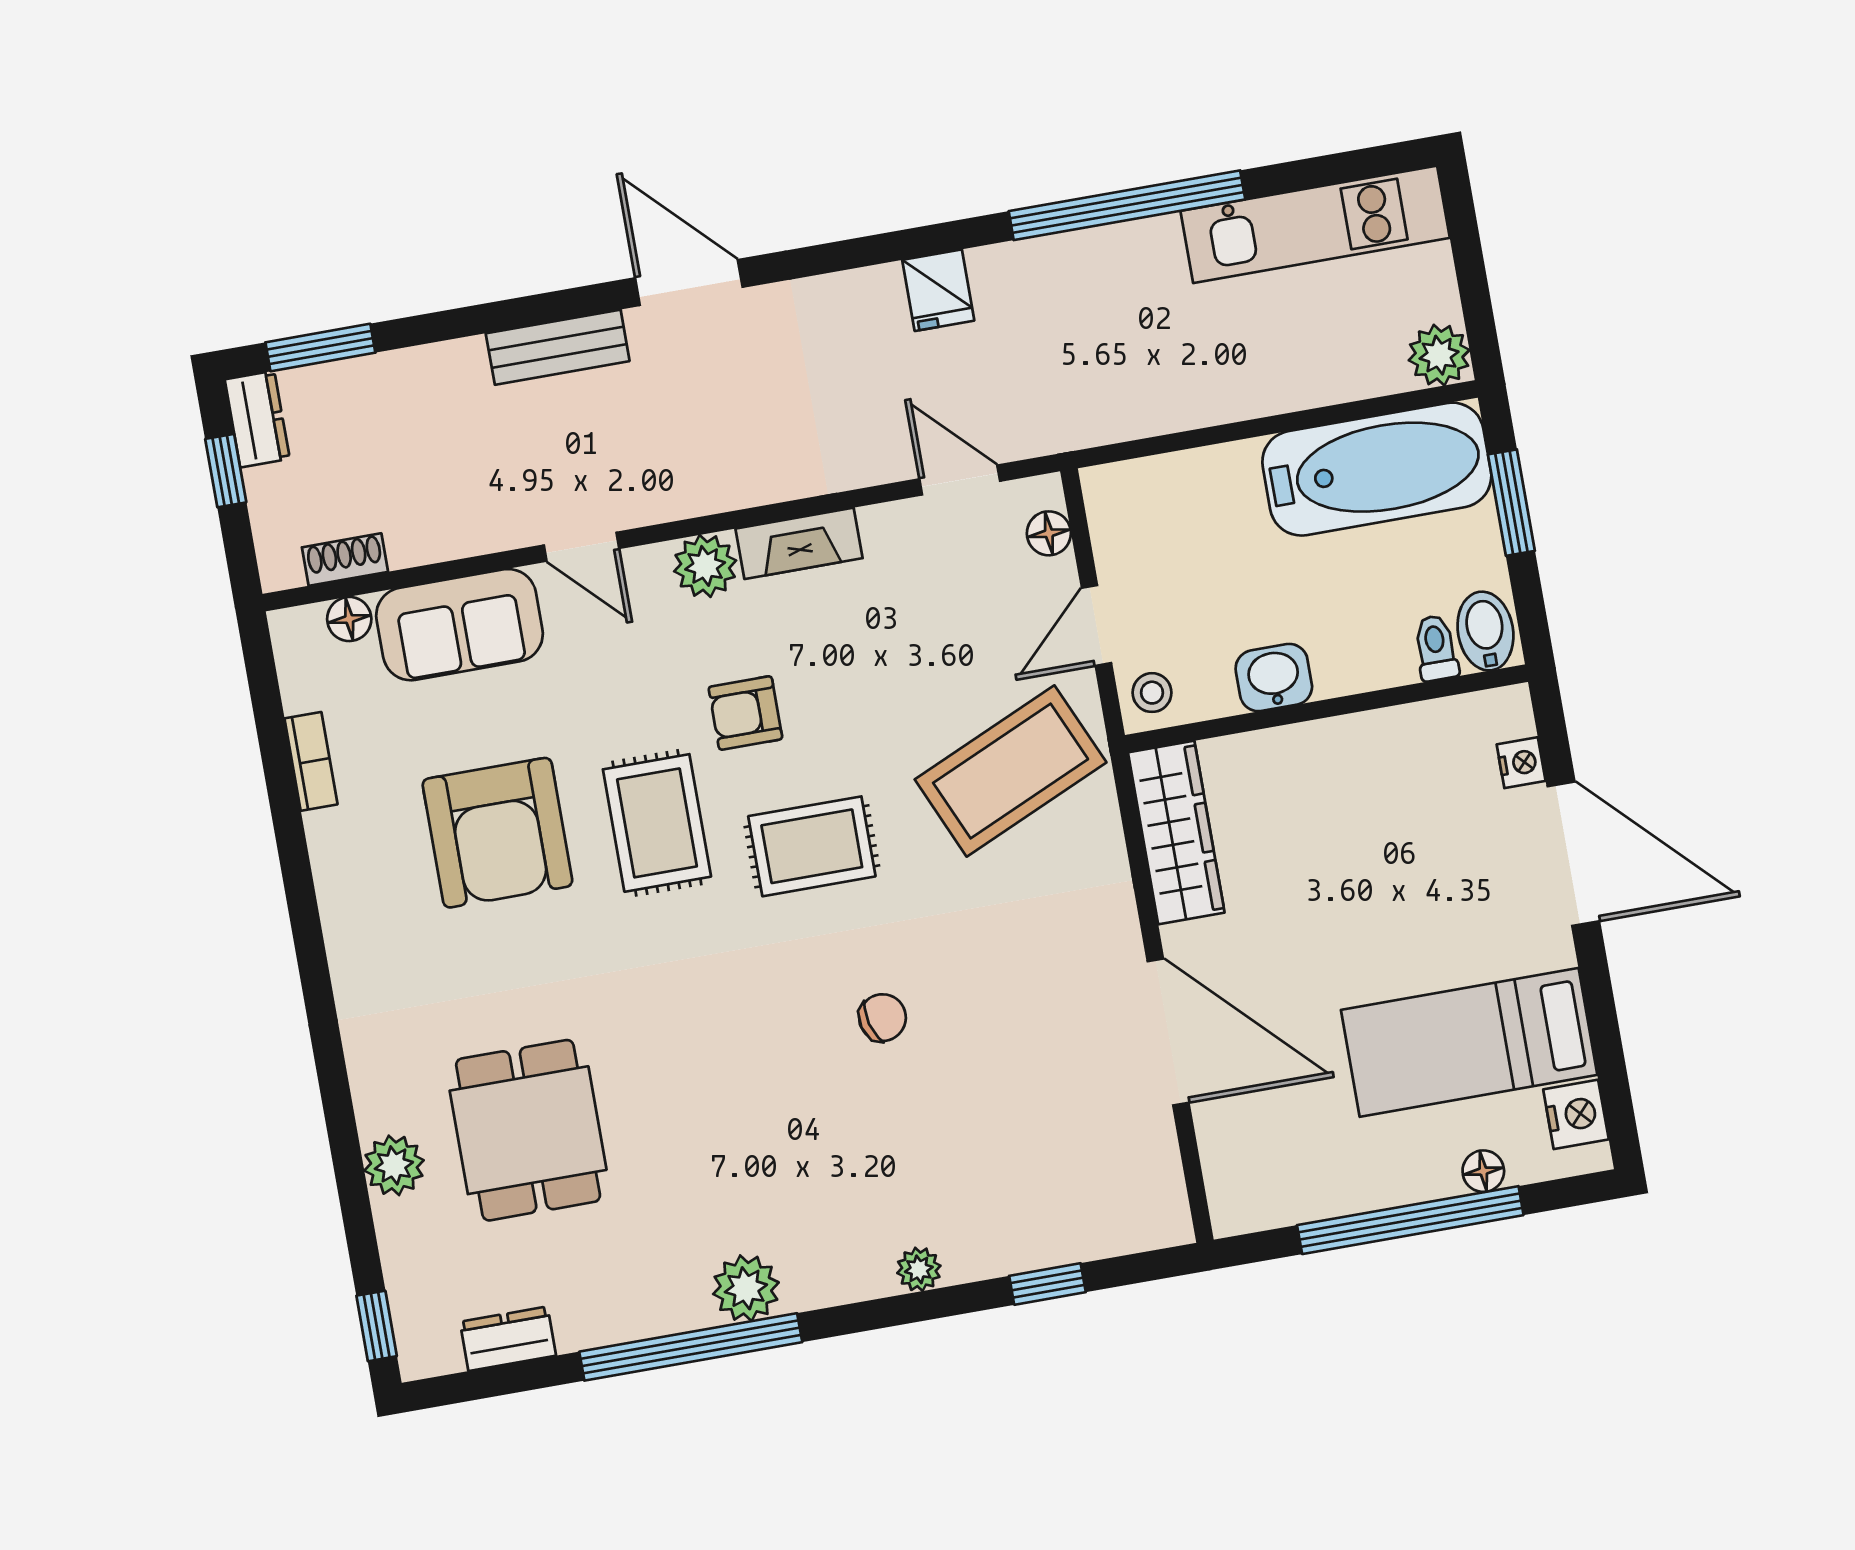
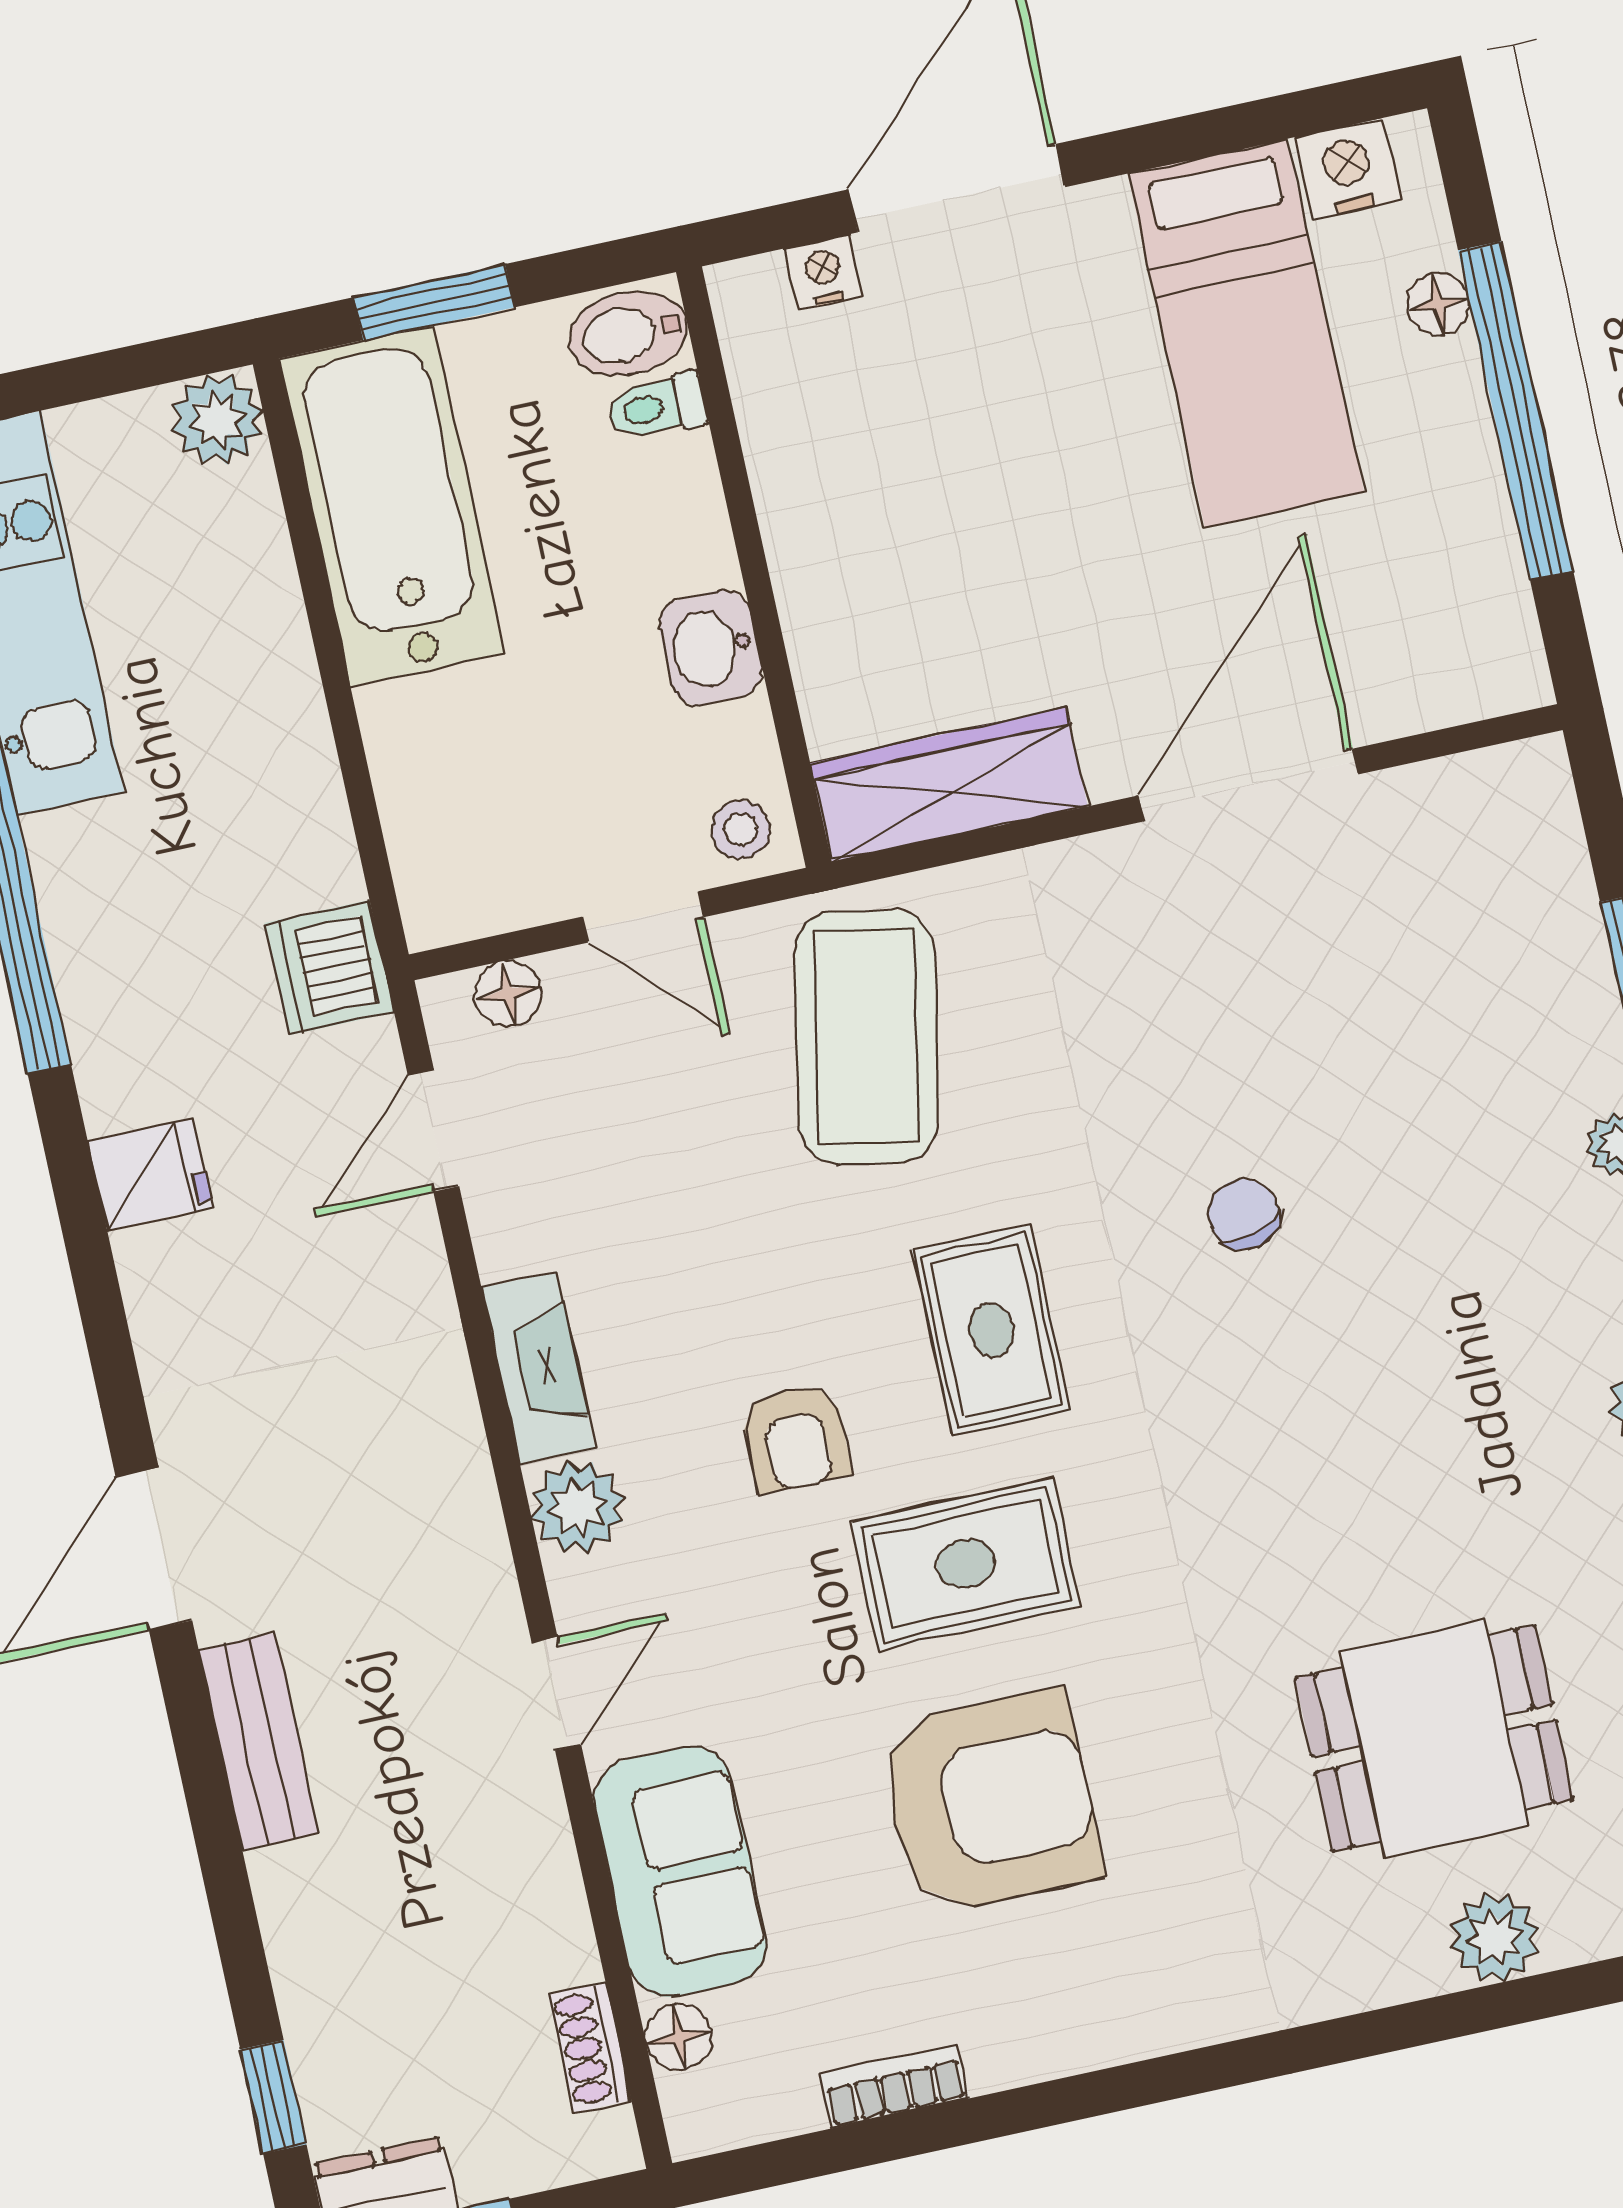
window: (320, 348) -> (273, 2097), width x0.67
dishwasher: (1071, 415) -> (329, 968), added
coffee table: (1011, 771) -> (867, 1037), turned 35

